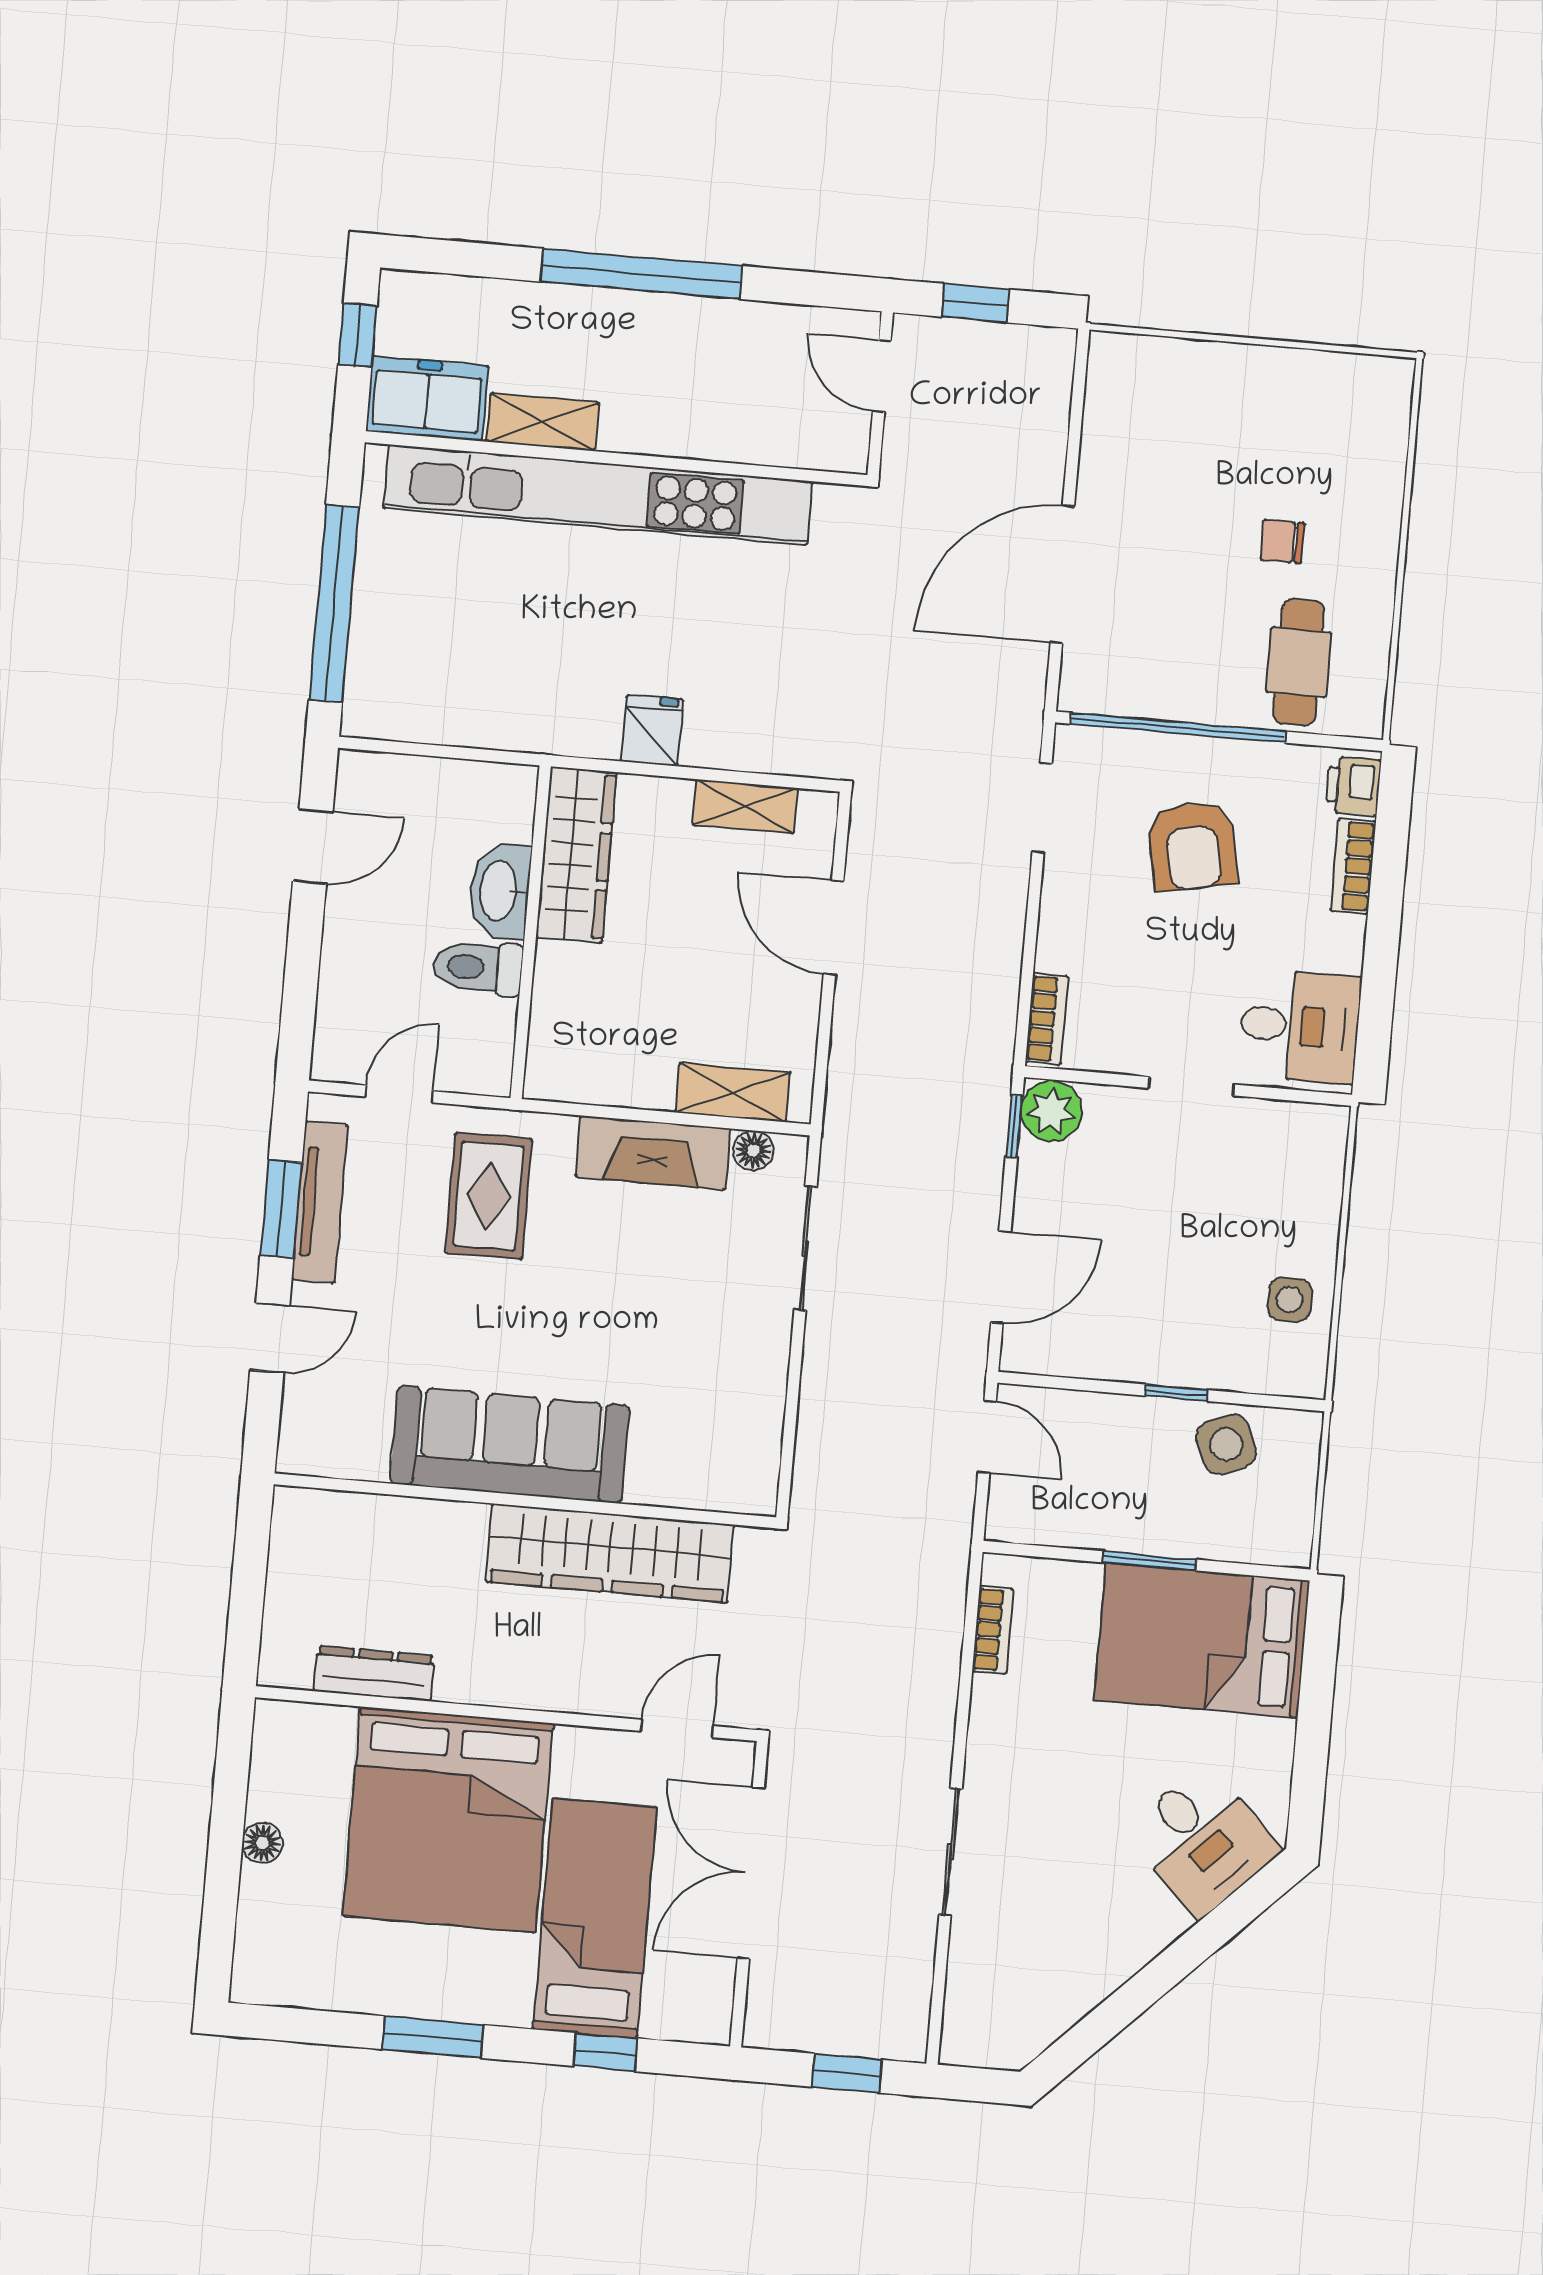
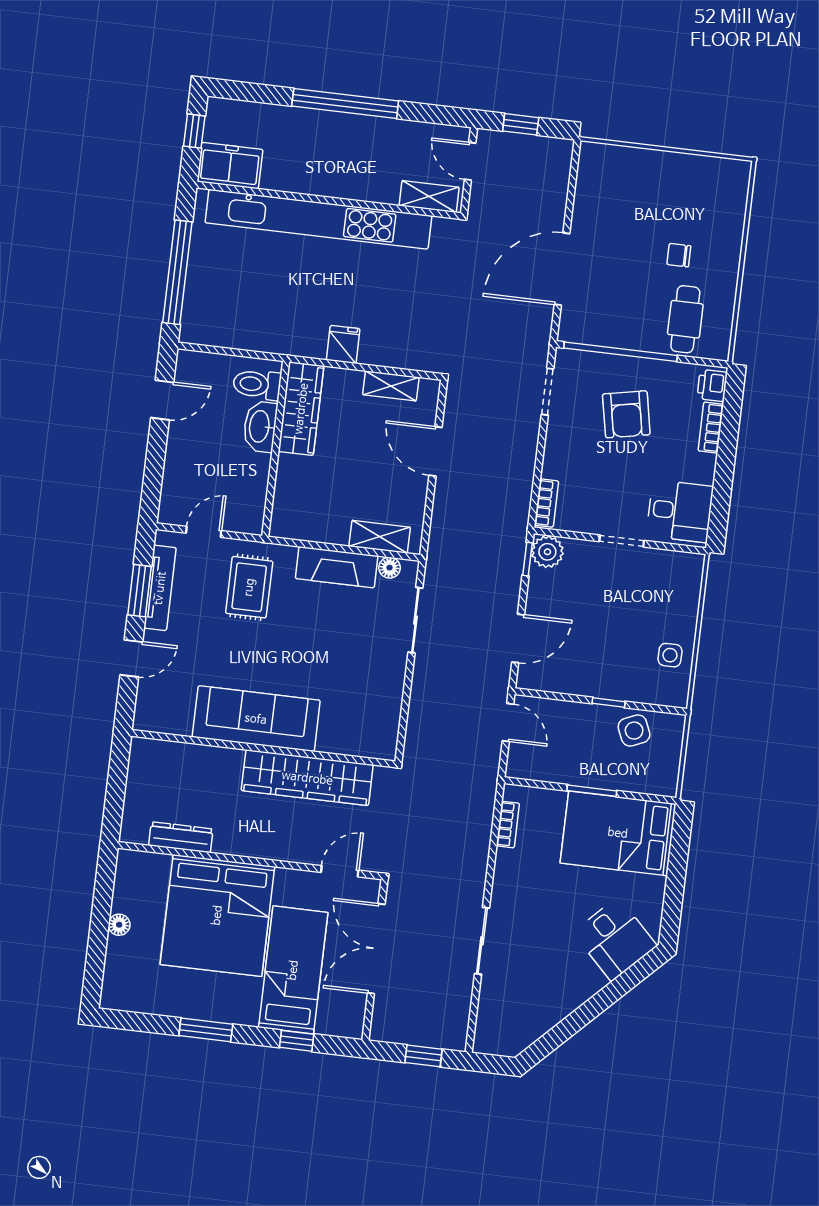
shelving: (543, 422) -> (429, 196), moved
toilet: (478, 968) -> (257, 384), moved

